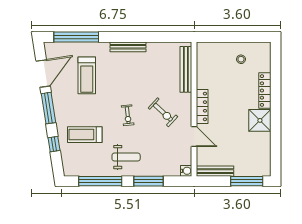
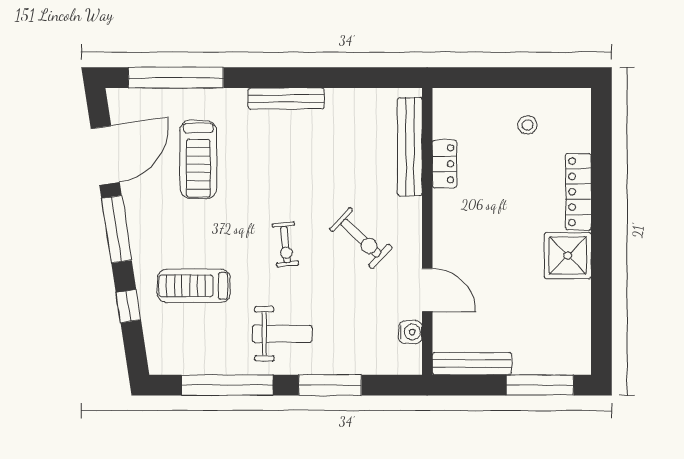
locker: (202, 106) -> (444, 164), moved, width x0.66
water cooler: (186, 171) -> (410, 332), moved

